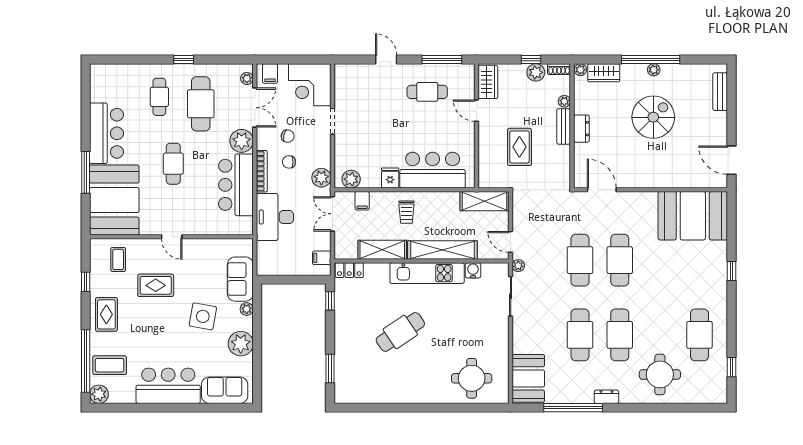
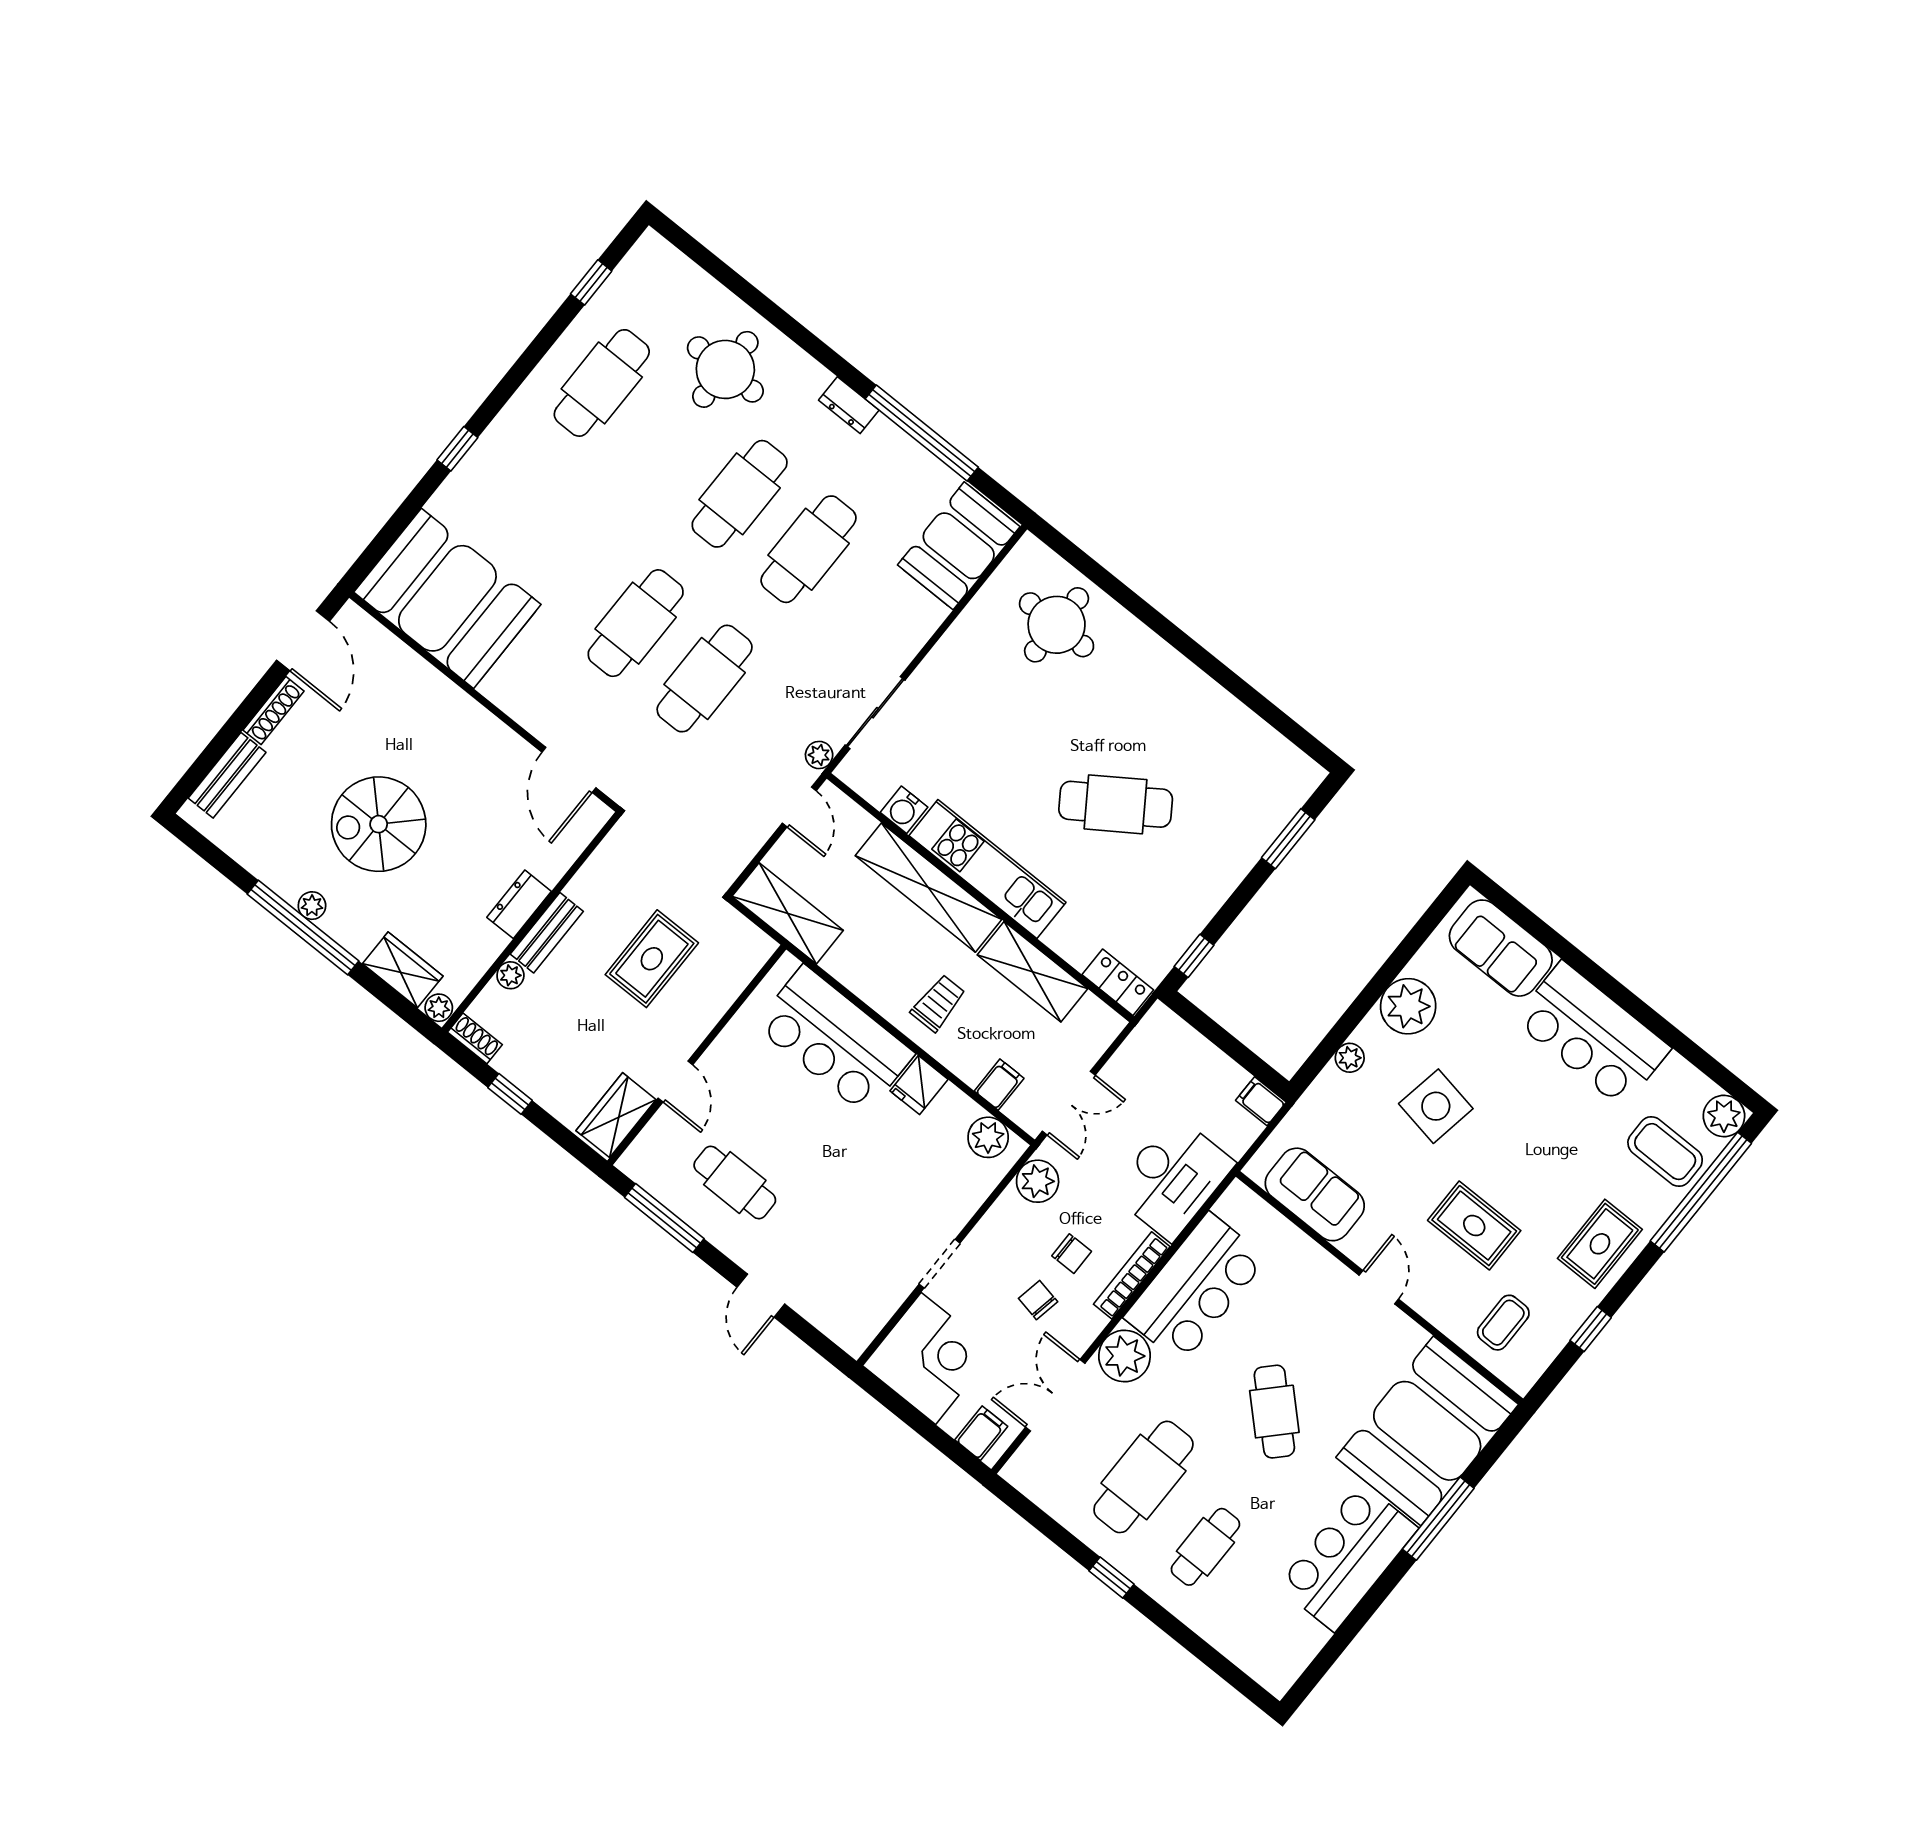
plant: (536, 72) -> (520, 1065), removed
plant: (247, 78) -> (1028, 1457), removed
shoe rack: (722, 127) -> (273, 711), added
cafe table: (173, 164) -> (1274, 1412), turned -46
filing cabinet: (322, 258) -> (1261, 1101), moved, turned 180
sofa: (240, 279) -> (1315, 1194), moved, turned -90

